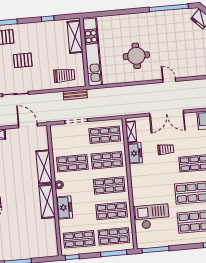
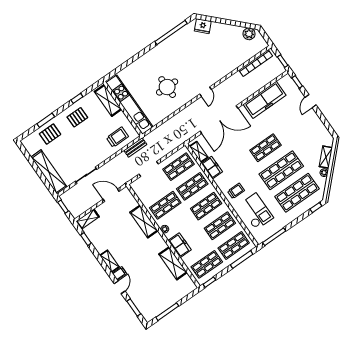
pallet: (23, 60) -> (77, 117), moved
door: (169, 80) -> (206, 92), swing flipped
double door: (167, 113) -> (219, 120), width x1.36
trolley: (166, 149) -> (236, 191), moved
shelving: (47, 201) -> (173, 263), moved
checkout: (152, 217) -> (256, 211), turned 90

